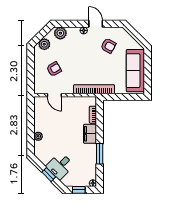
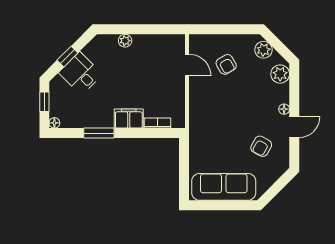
bookcase: (94, 89) -> (196, 125), removed
door: (54, 95) -> (187, 65), swing flipped

